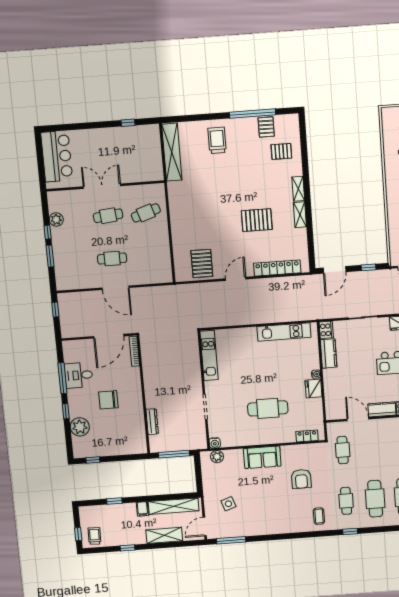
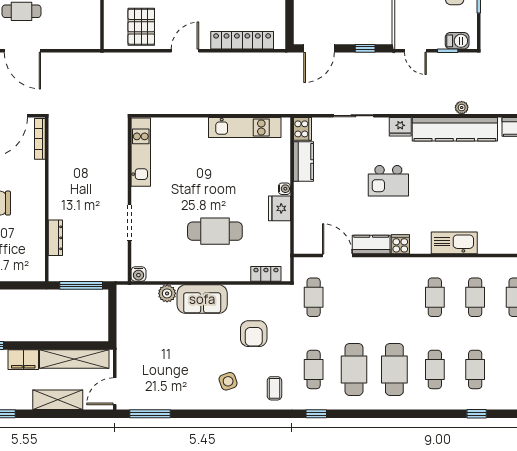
plant: (217, 457) -> (167, 293), moved
side table: (228, 504) -> (228, 381), moved
filing cabinet: (142, 509) -> (23, 360), width x2.00

